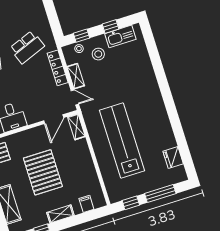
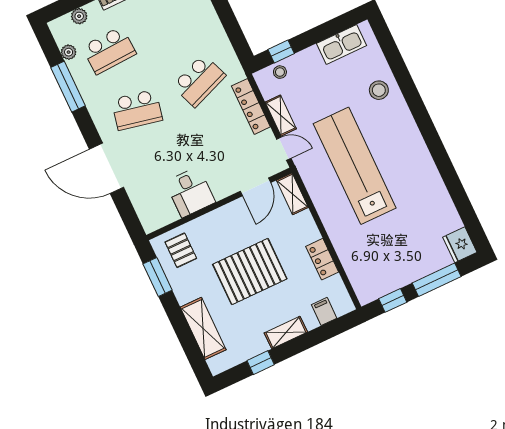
window: (110, 27) -> (324, 31), removed
stool: (98, 54) -> (379, 90), moved
lab bench: (122, 140) -> (355, 166), moved
fridge: (173, 157) -> (460, 245), moved
locker: (90, 171) -> (322, 259), added
pallet: (43, 172) -> (250, 272), turned 90

